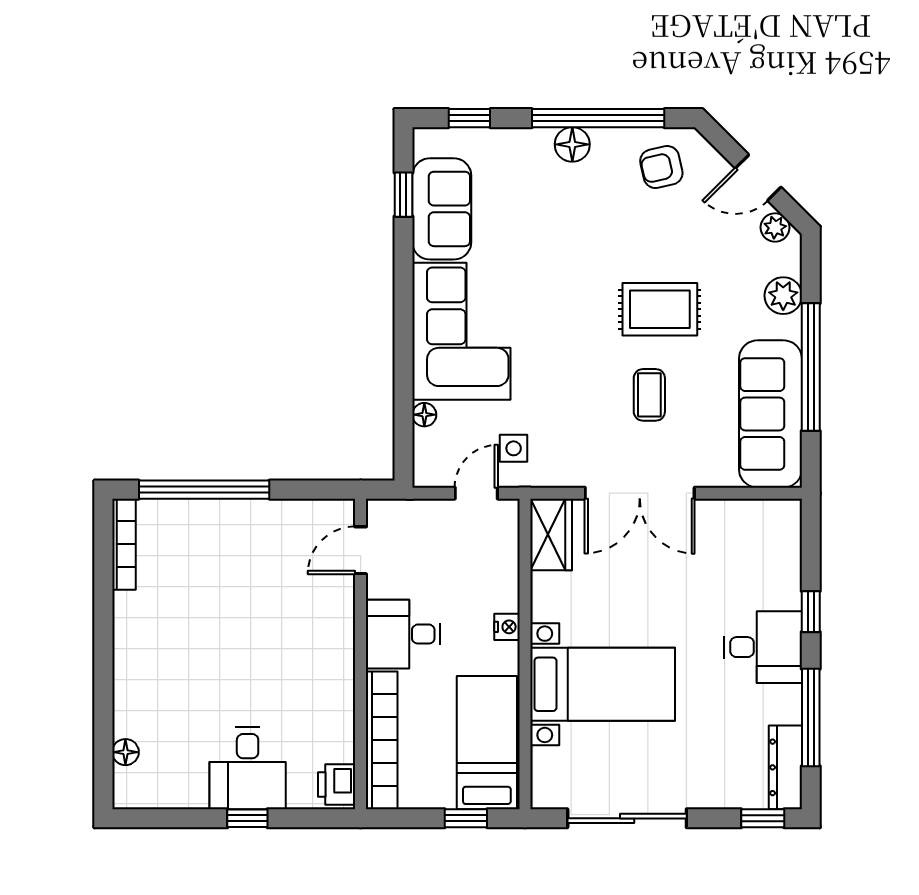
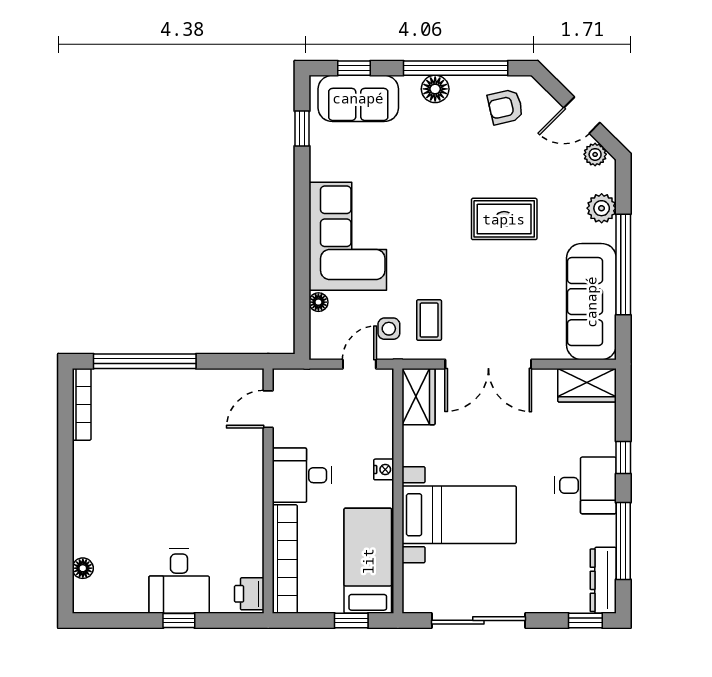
sofa: (442, 209) -> (358, 98), moved, turned 90
coffee table: (649, 395) -> (429, 320), moved
wardrobe: (765, 520) -> (587, 385), added

